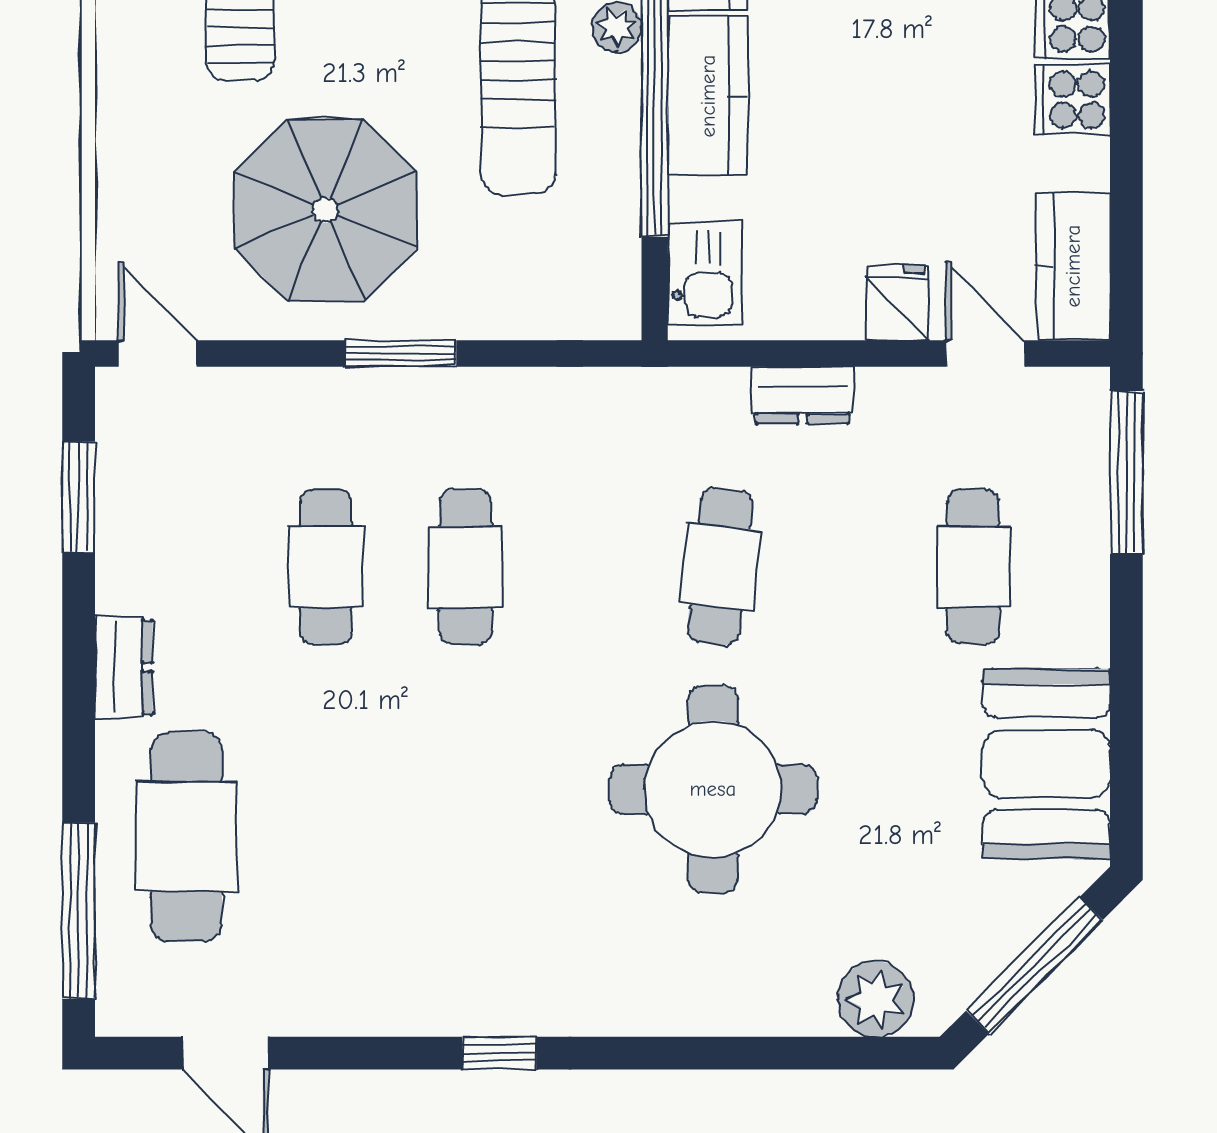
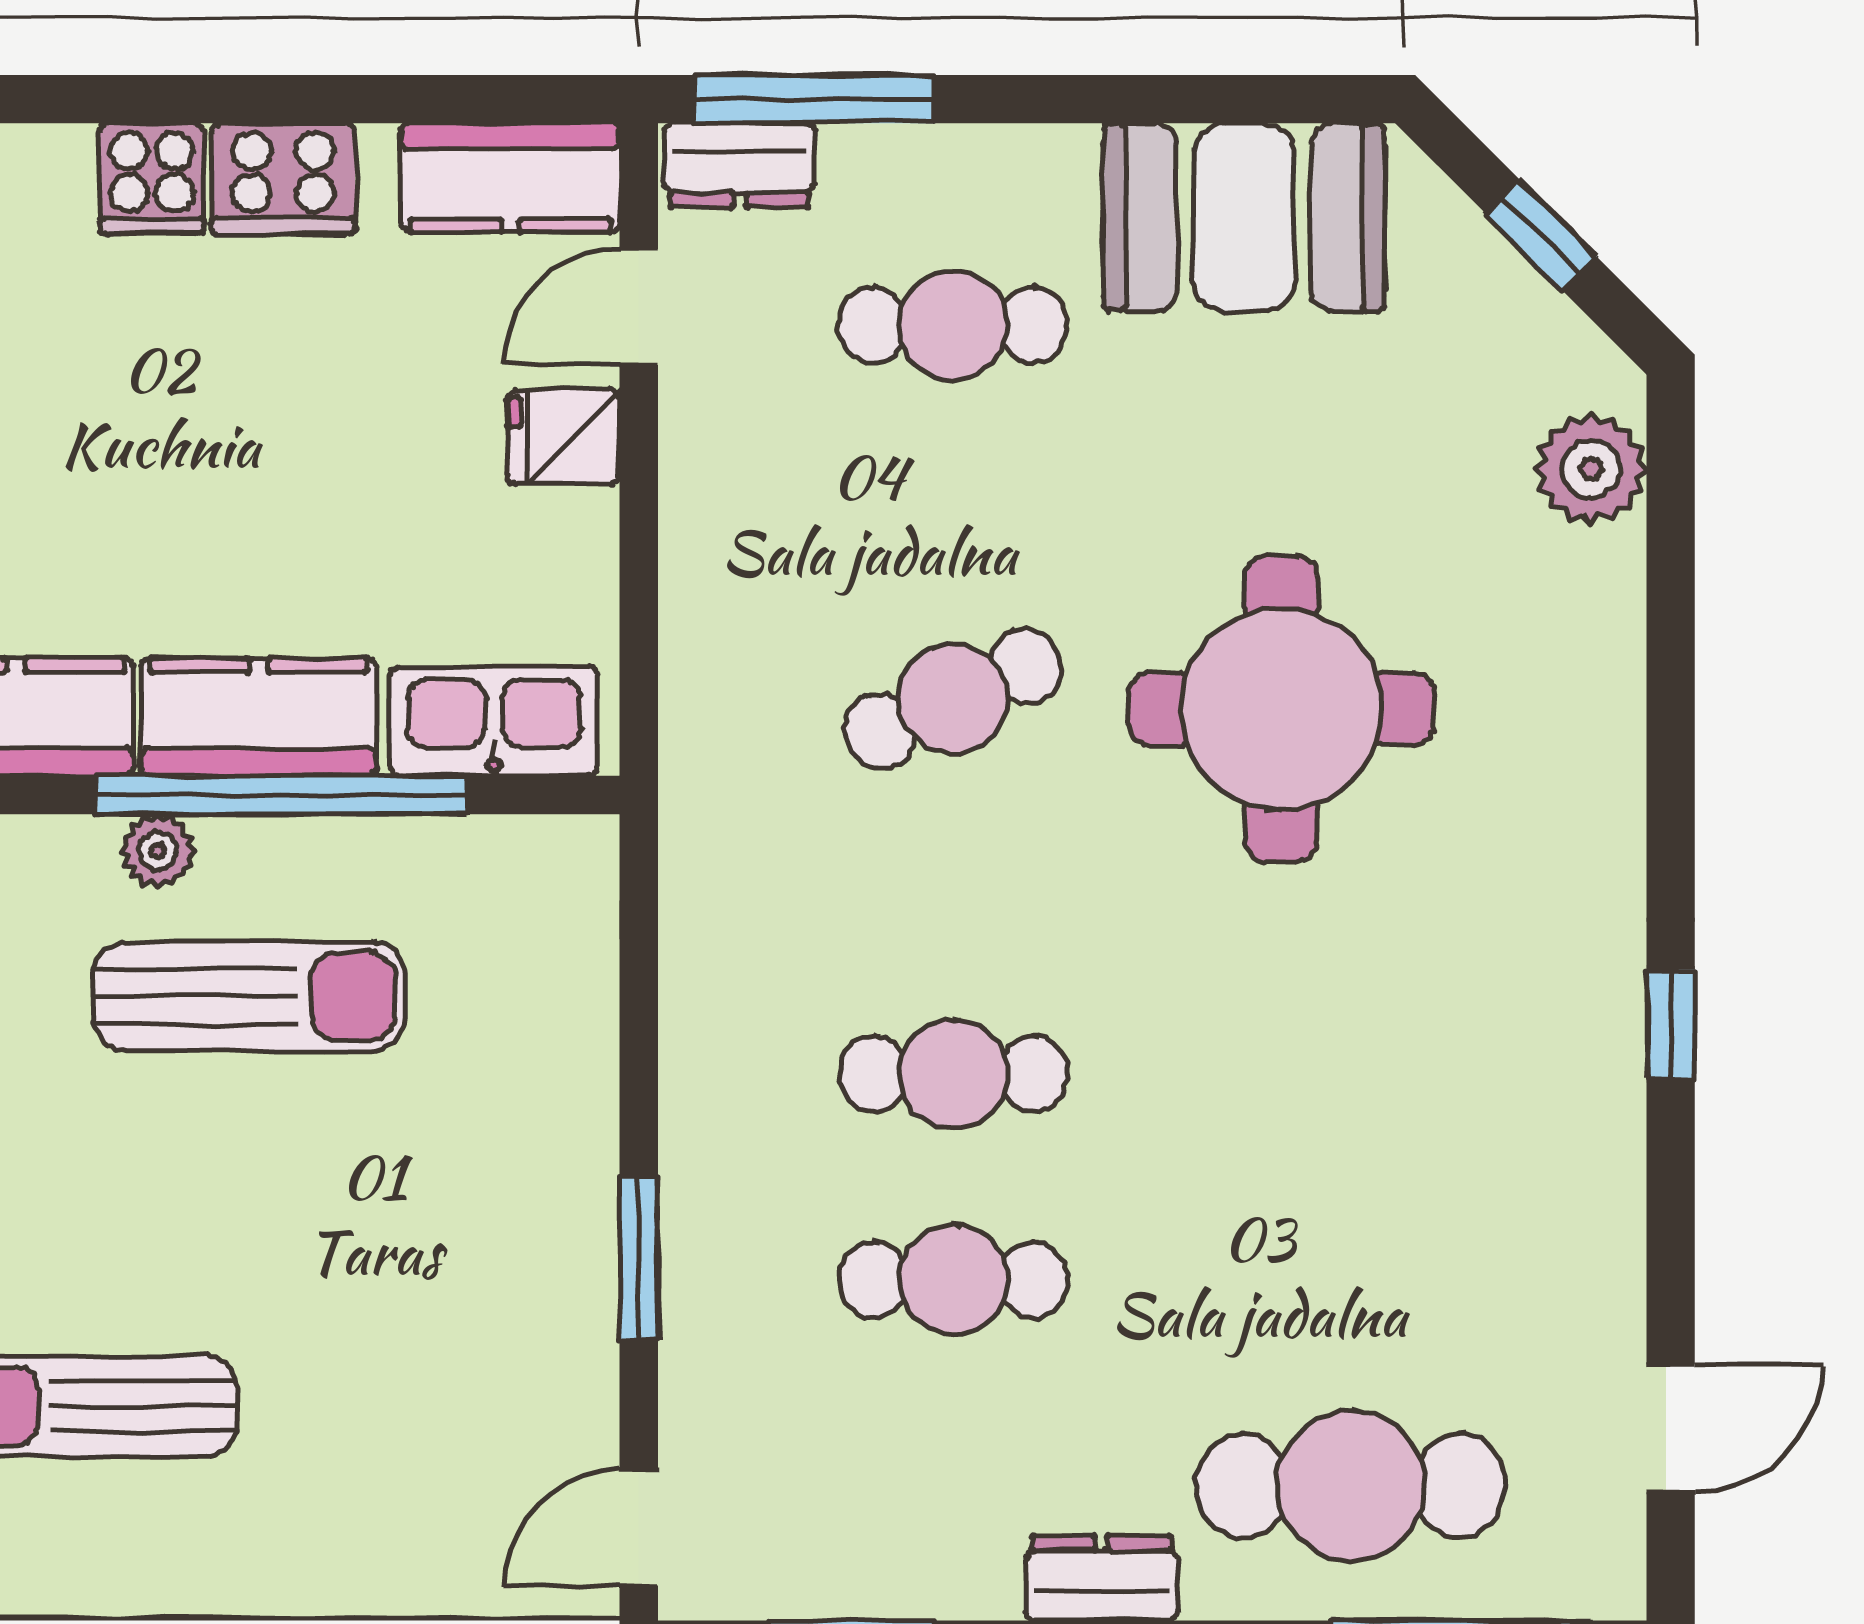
cooker: (1073, 100) -> (283, 179), width x1.36
parasol: (326, 210) -> (427, 1280), removed
kitchen sink: (705, 274) -> (494, 721), width x1.38
window: (401, 353) -> (639, 1258), moved
dresser: (803, 395) -> (740, 165), moved, turned 90
cafe table: (720, 567) -> (953, 699), turned -30
window: (1034, 965) -> (1541, 235), width x0.46

